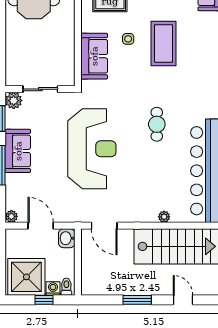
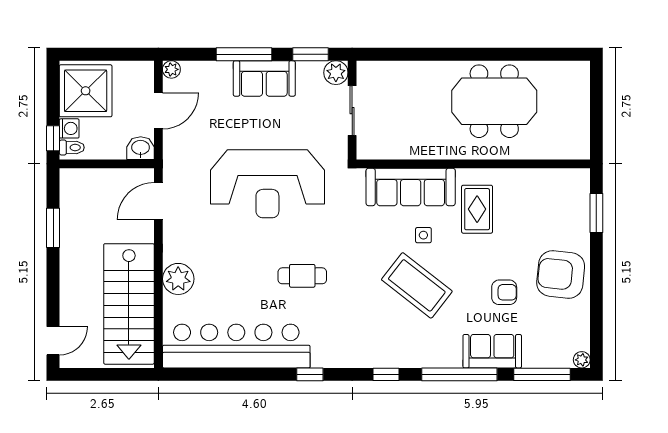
coffee table: (164, 43) -> (417, 285), turned 38
sofa: (94, 56) -> (411, 187), width x1.36
plant: (164, 217) -> (178, 279), width x1.87, depth x1.87
window: (44, 300) -> (53, 138), moved
window: (137, 300) -> (53, 228), moved
door: (183, 300) -> (53, 341), moved

